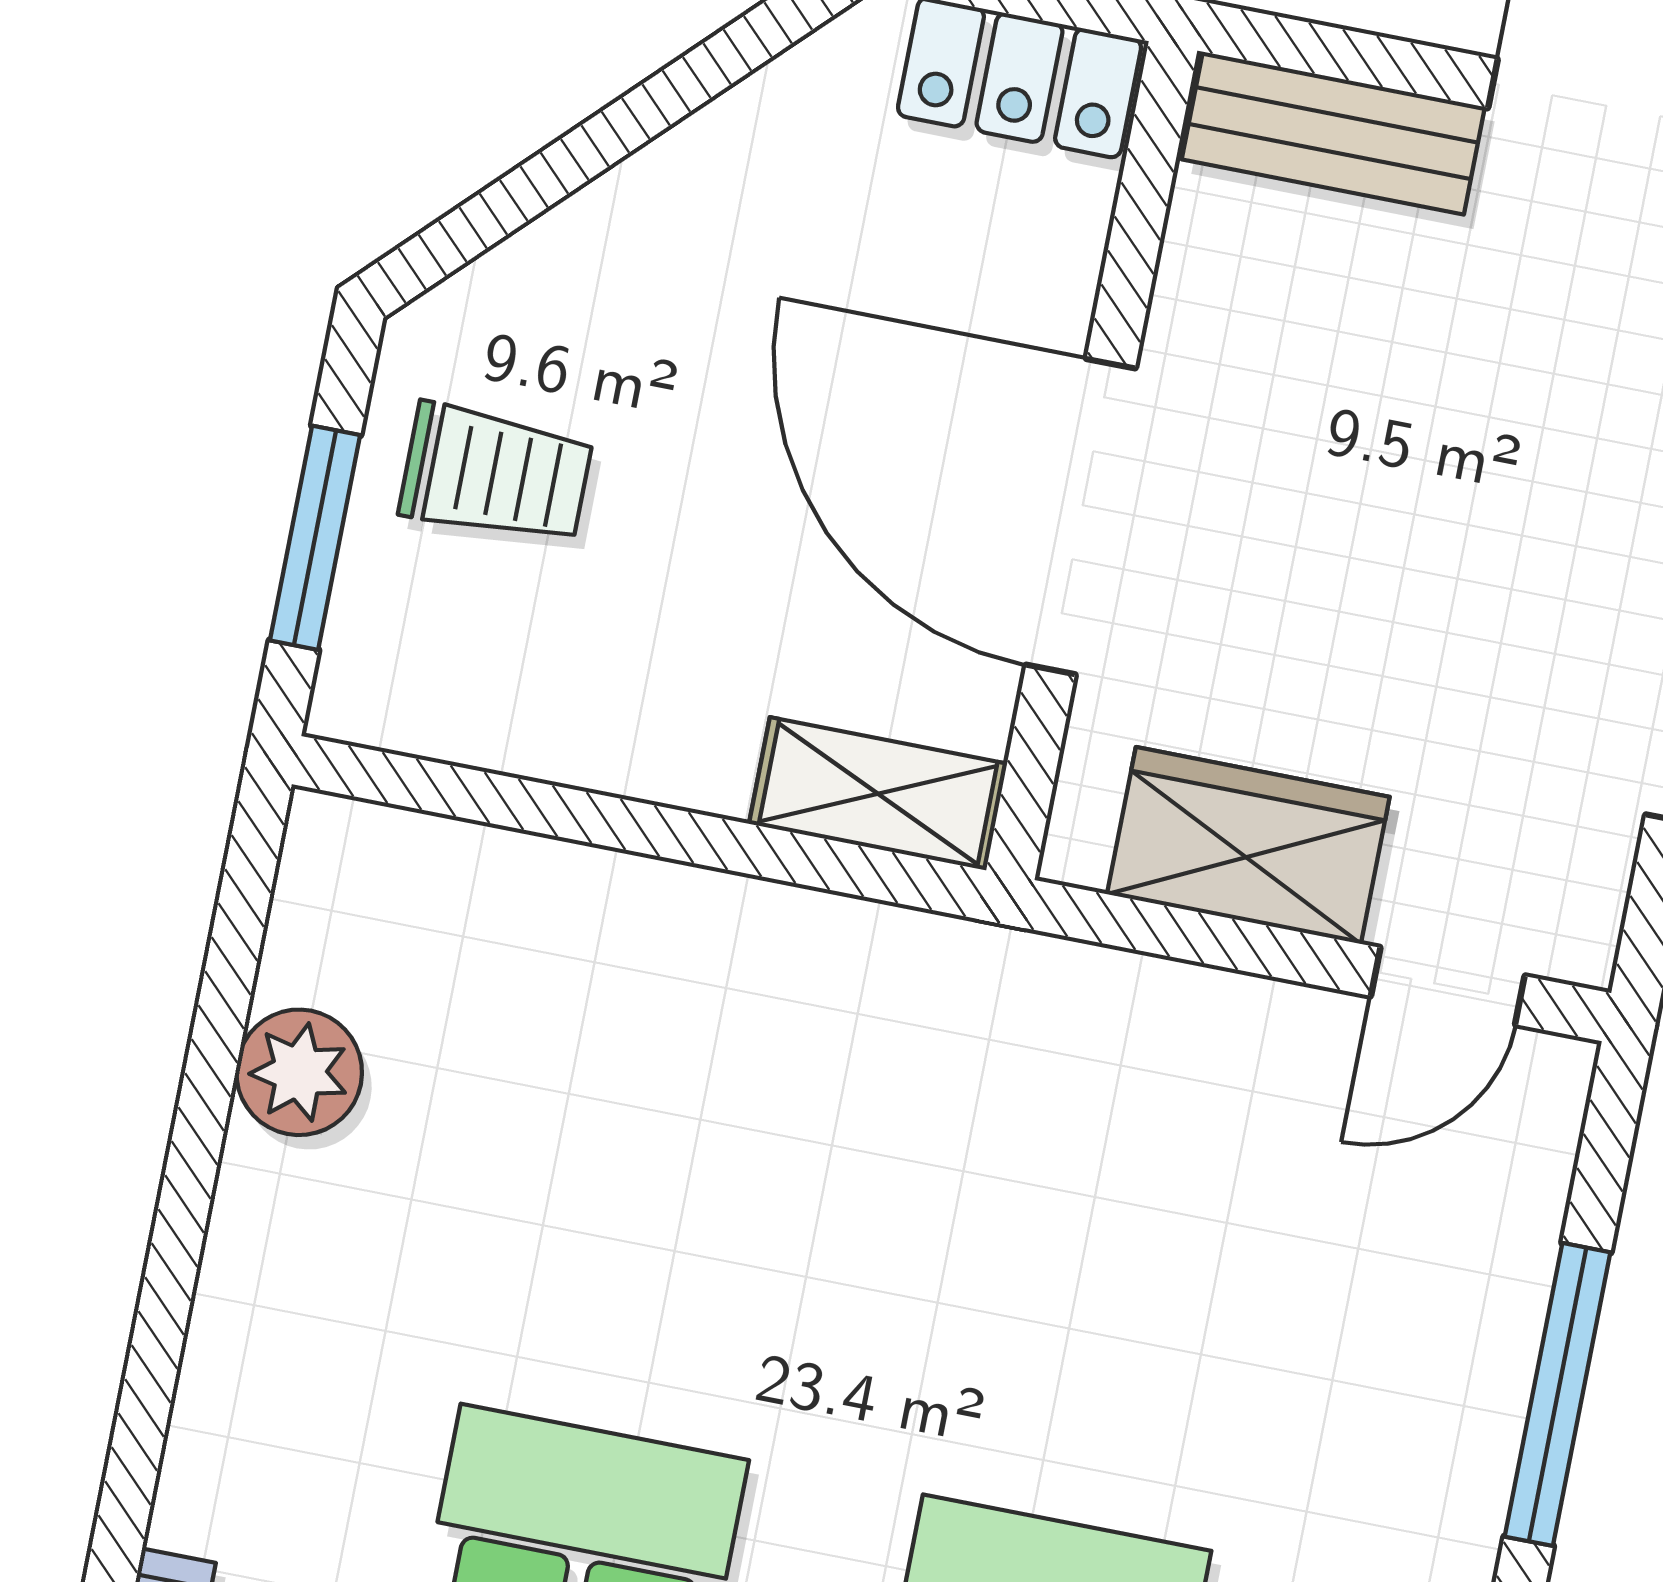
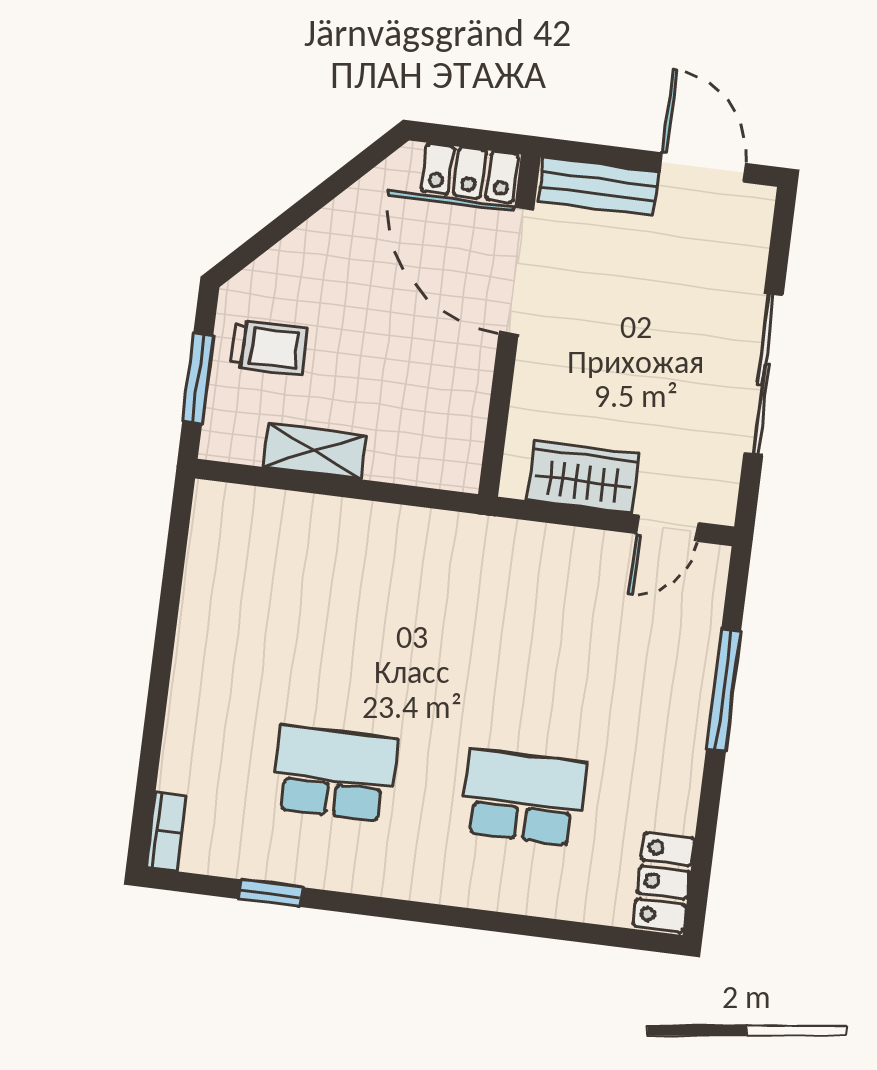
door: (1081, 517) -> (516, 271), moved
shelving: (878, 794) -> (315, 451), moved
plant: (299, 1072) -> (206, 595), removed

